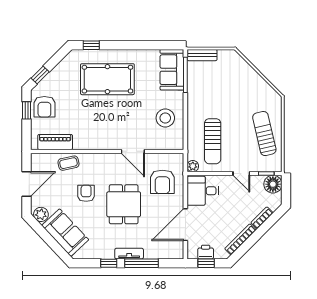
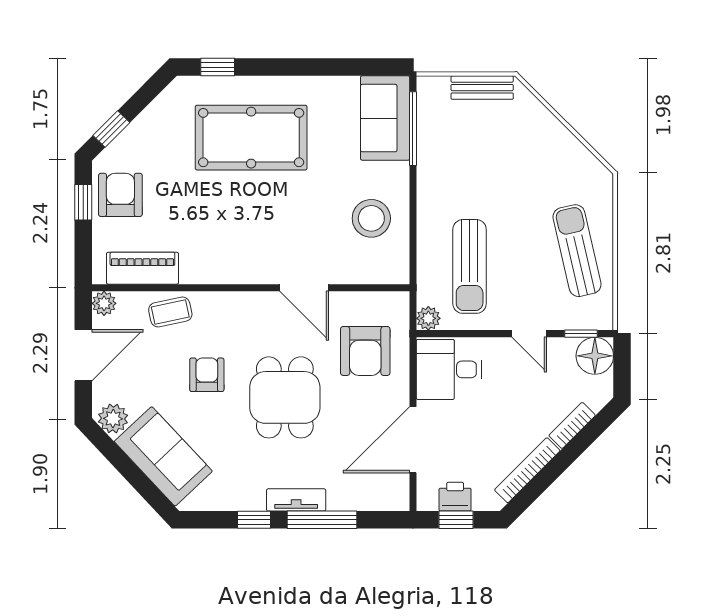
bench: (202, 55) -> (482, 88), moved
armchair: (44, 107) -> (120, 195), turned 180
plant: (37, 159) -> (104, 303), added

